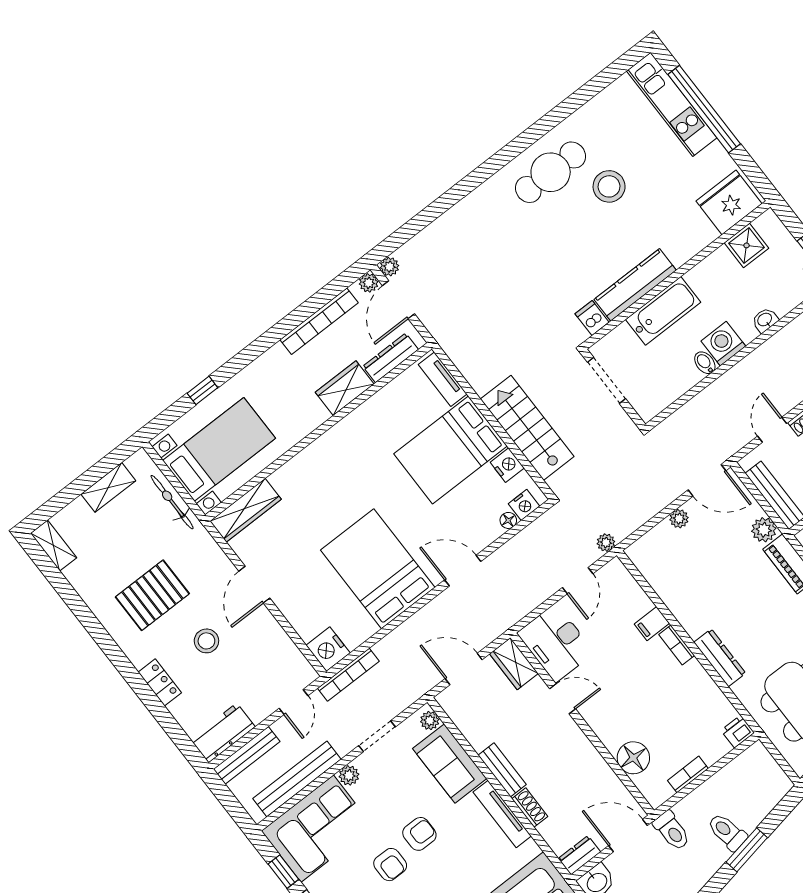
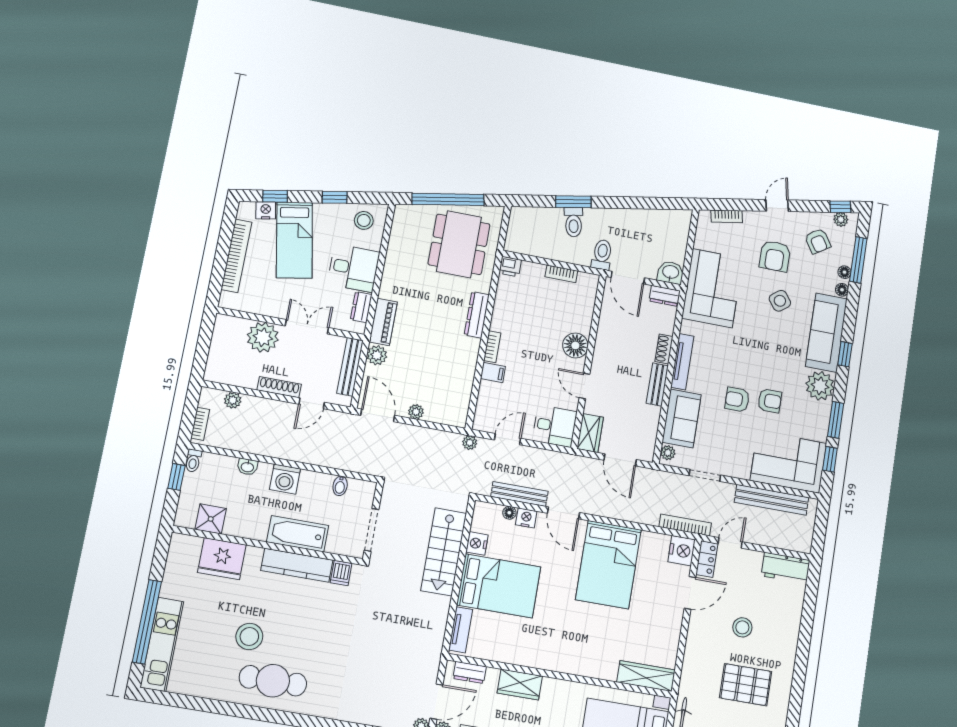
fridge: (729, 202) -> (222, 559), moved
dresser: (391, 358) -> (470, 672), width x0.70
bidet: (705, 363) -> (340, 486), moved
nightstand: (524, 505) -> (526, 518), moved
door: (254, 585) -> (690, 593), moved
desk: (556, 643) -> (555, 426), width x0.73
locker: (160, 682) -> (707, 559), moved, turned 180
bench: (247, 755) -> (519, 494), moved
floor lamp: (633, 758) -> (575, 345), moved
plant: (349, 775) -> (742, 471), removed
armchair: (390, 865) -> (770, 401), turned 90

